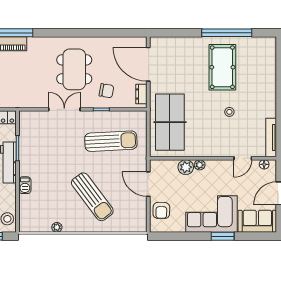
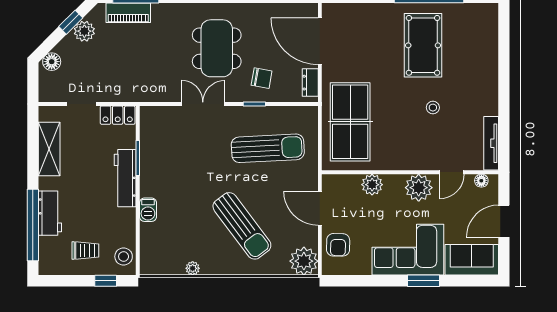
plant: (200, 165) -> (419, 188), moved, width x1.88, depth x1.88
plant: (137, 222) -> (304, 261), added

